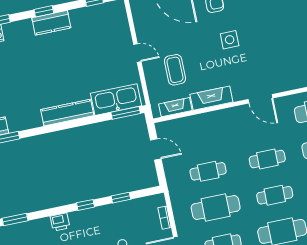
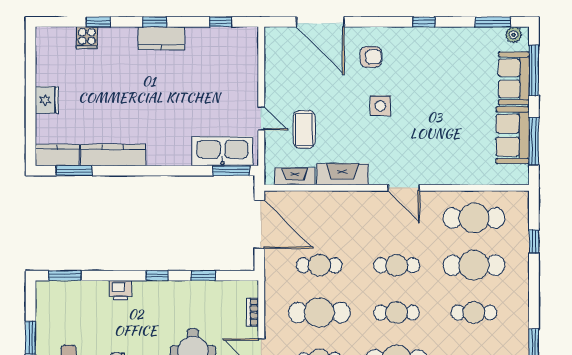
door: (137, 53) -> (261, 118), moved
kitchen counter: (67, 113) -> (113, 155), moved
door: (156, 149) -> (259, 224), width x1.87

